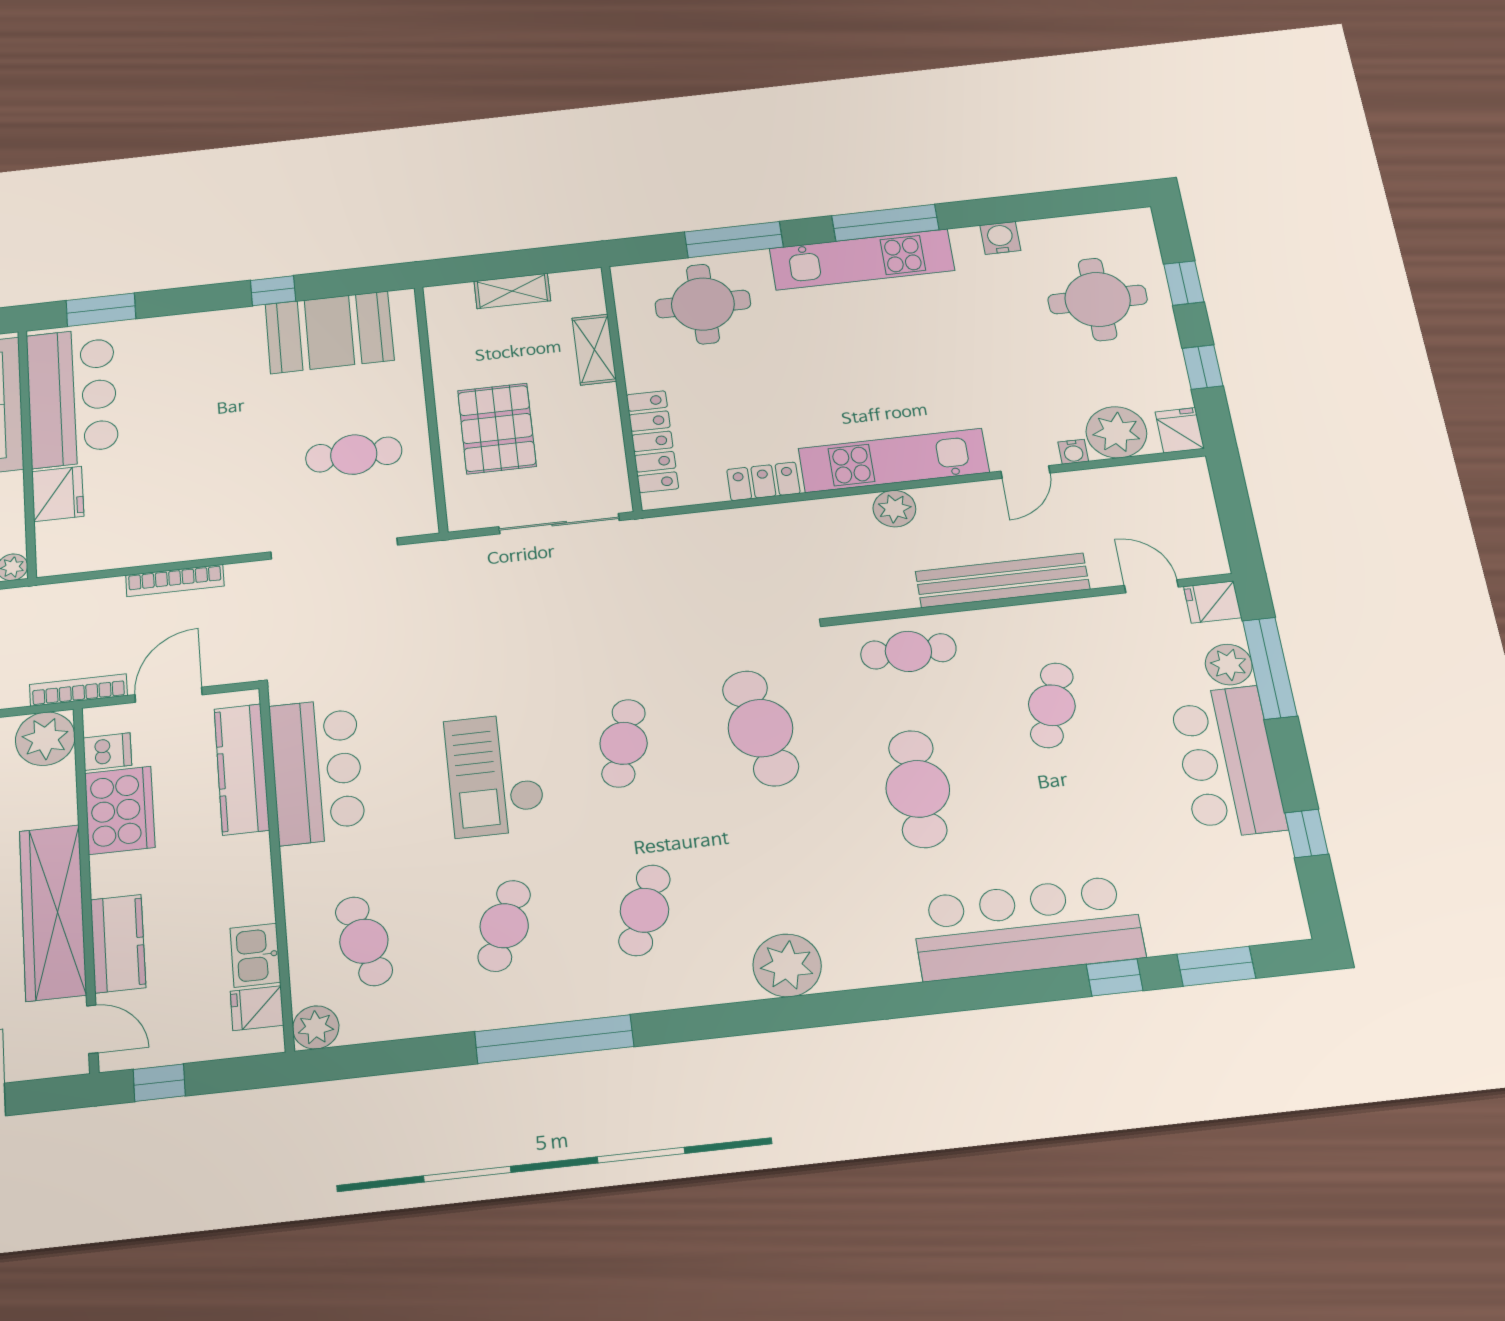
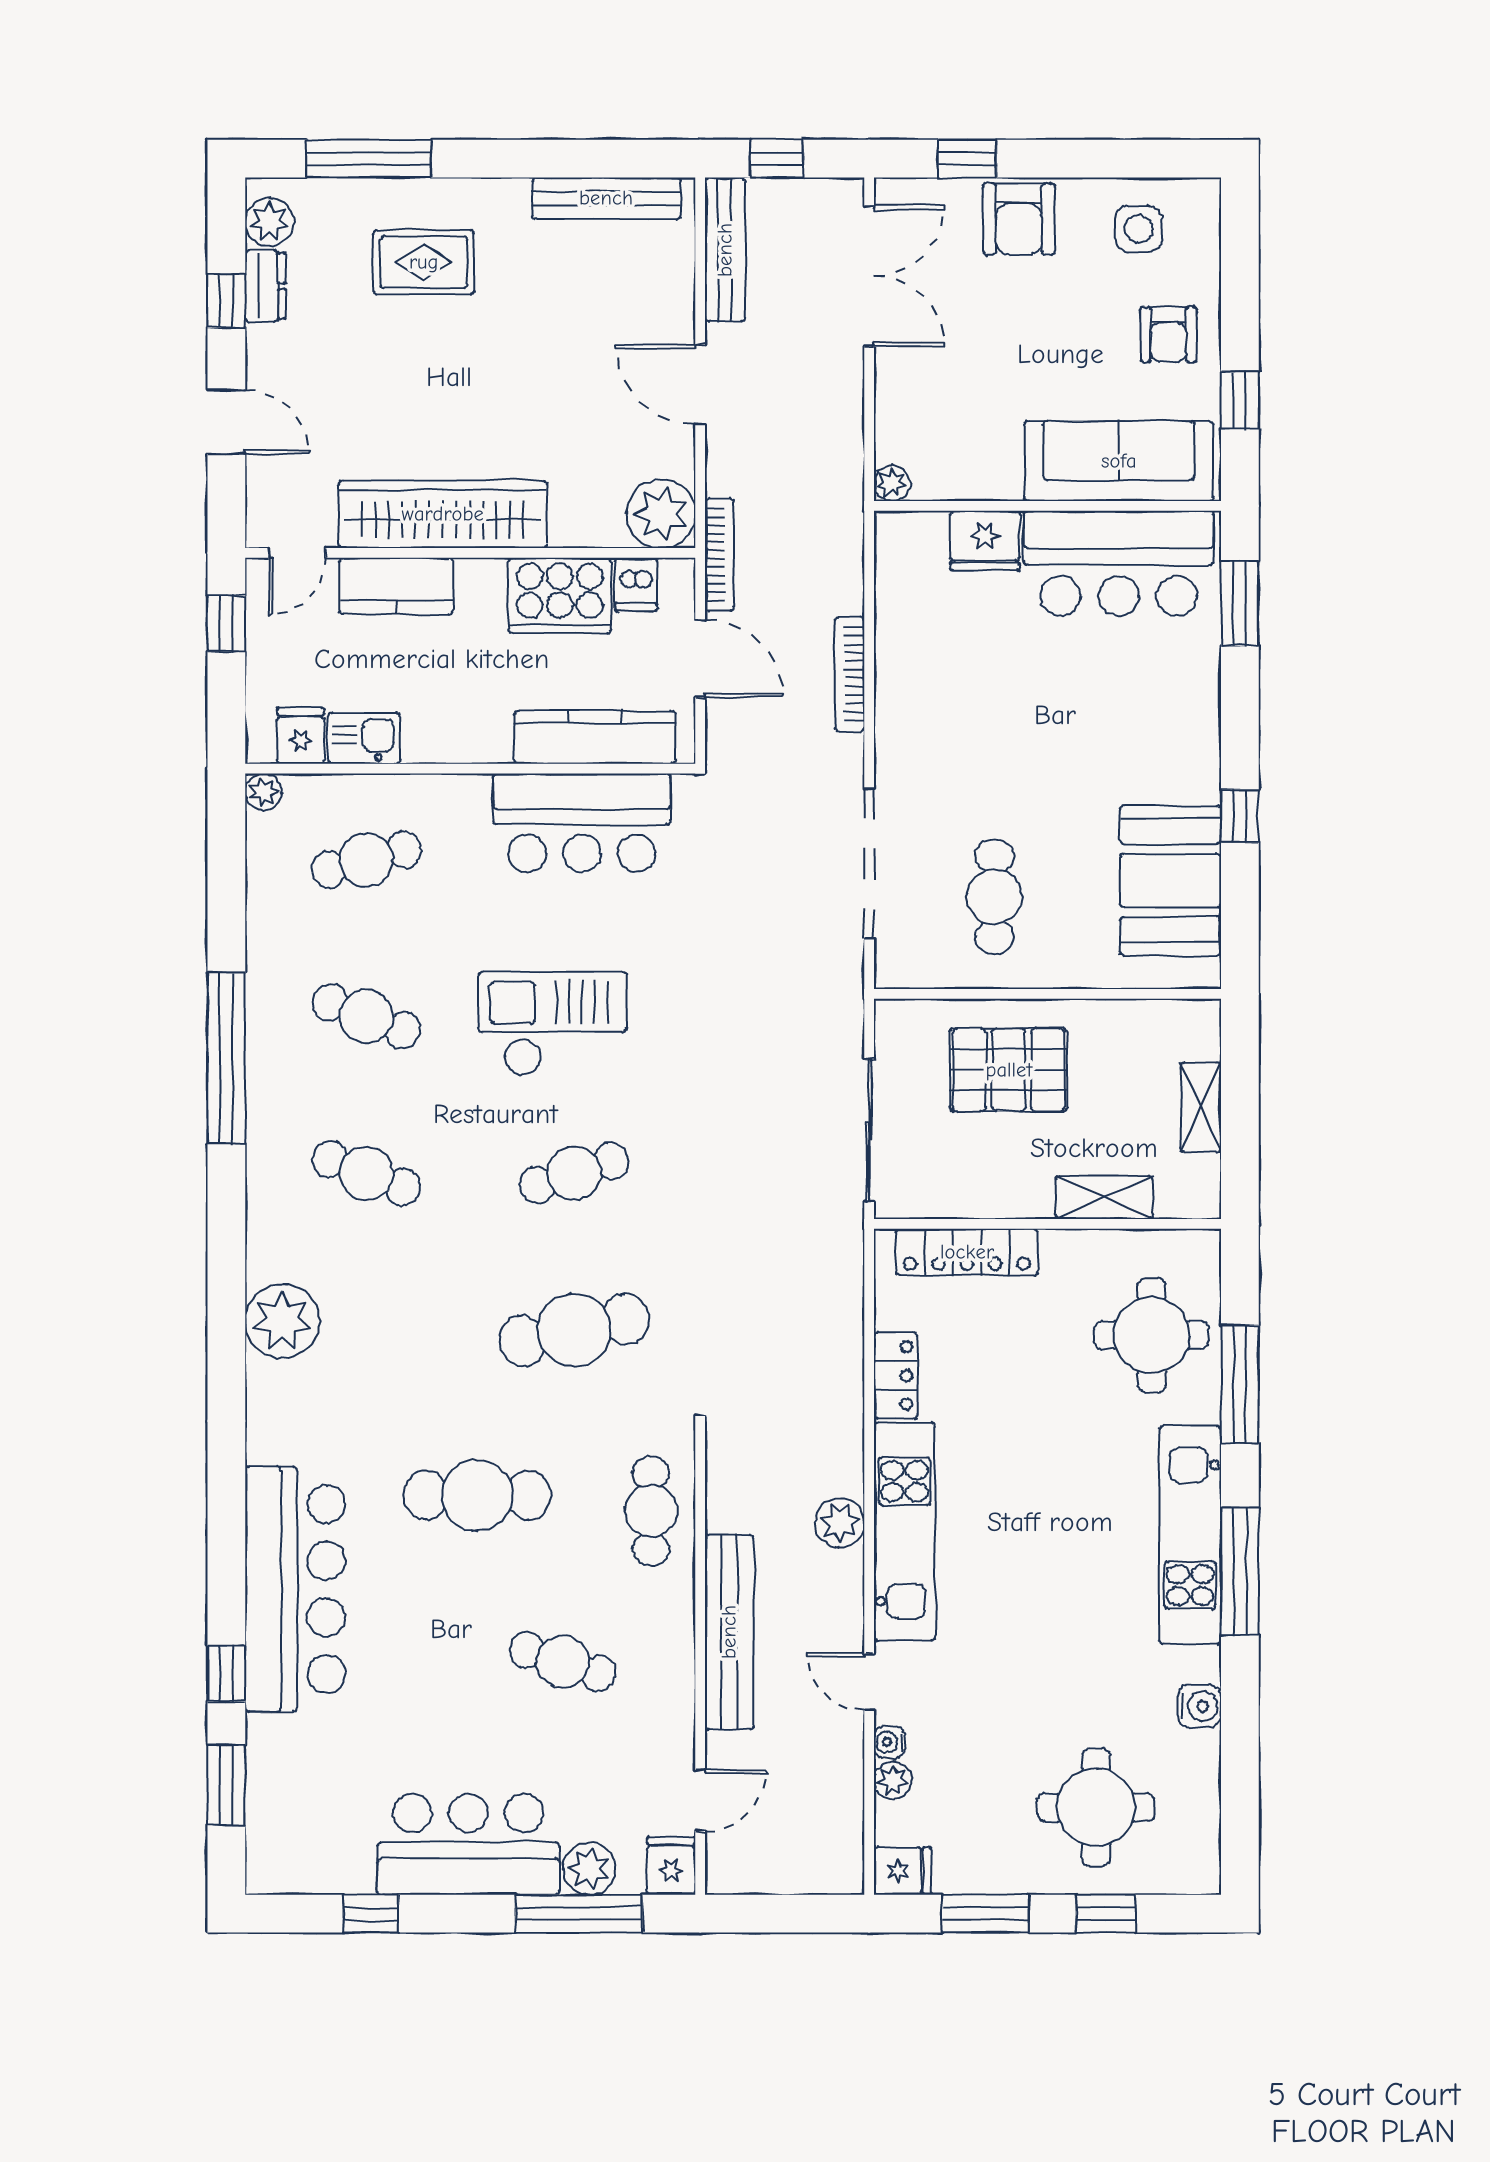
window: (1203, 367) -> (985, 1914), width x1.50
plant: (1116, 432) -> (893, 1780), width x0.53, depth x0.53
cafe table: (624, 743) -> (574, 1173), turned -33
plant: (316, 1027) -> (264, 792), width x0.73, depth x0.73

